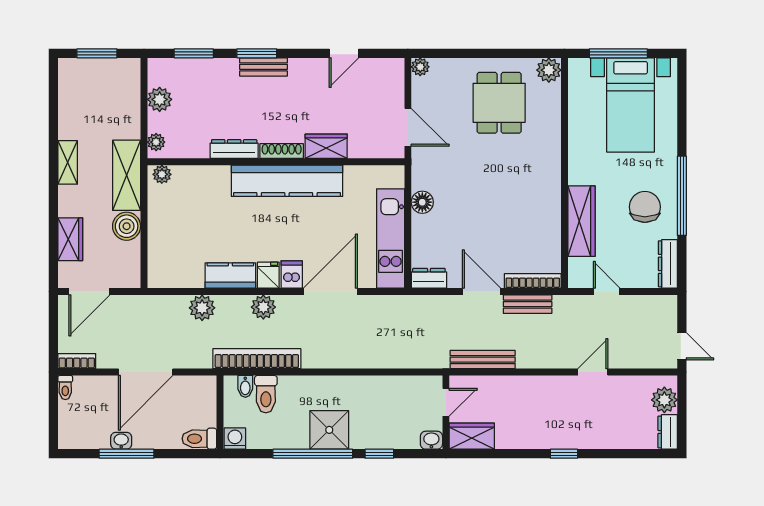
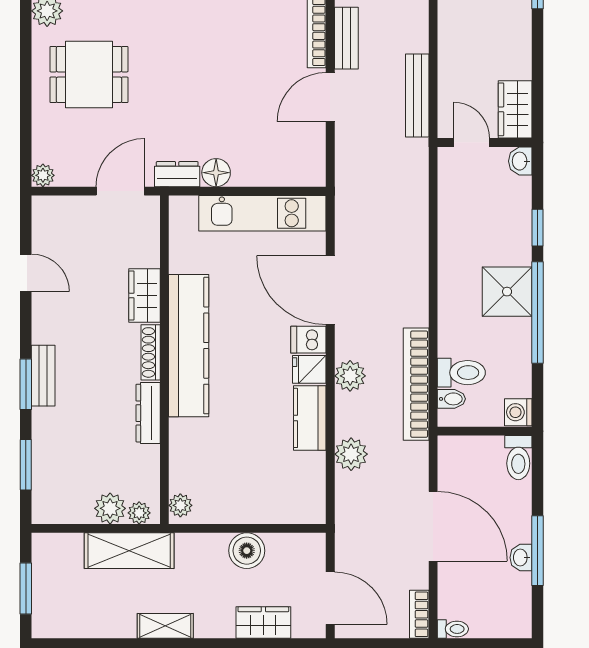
plant: (160, 99) -> (110, 508), moved
shelving: (127, 175) -> (129, 551), moved
dresser: (429, 278) -> (177, 174), moved, turned 90

